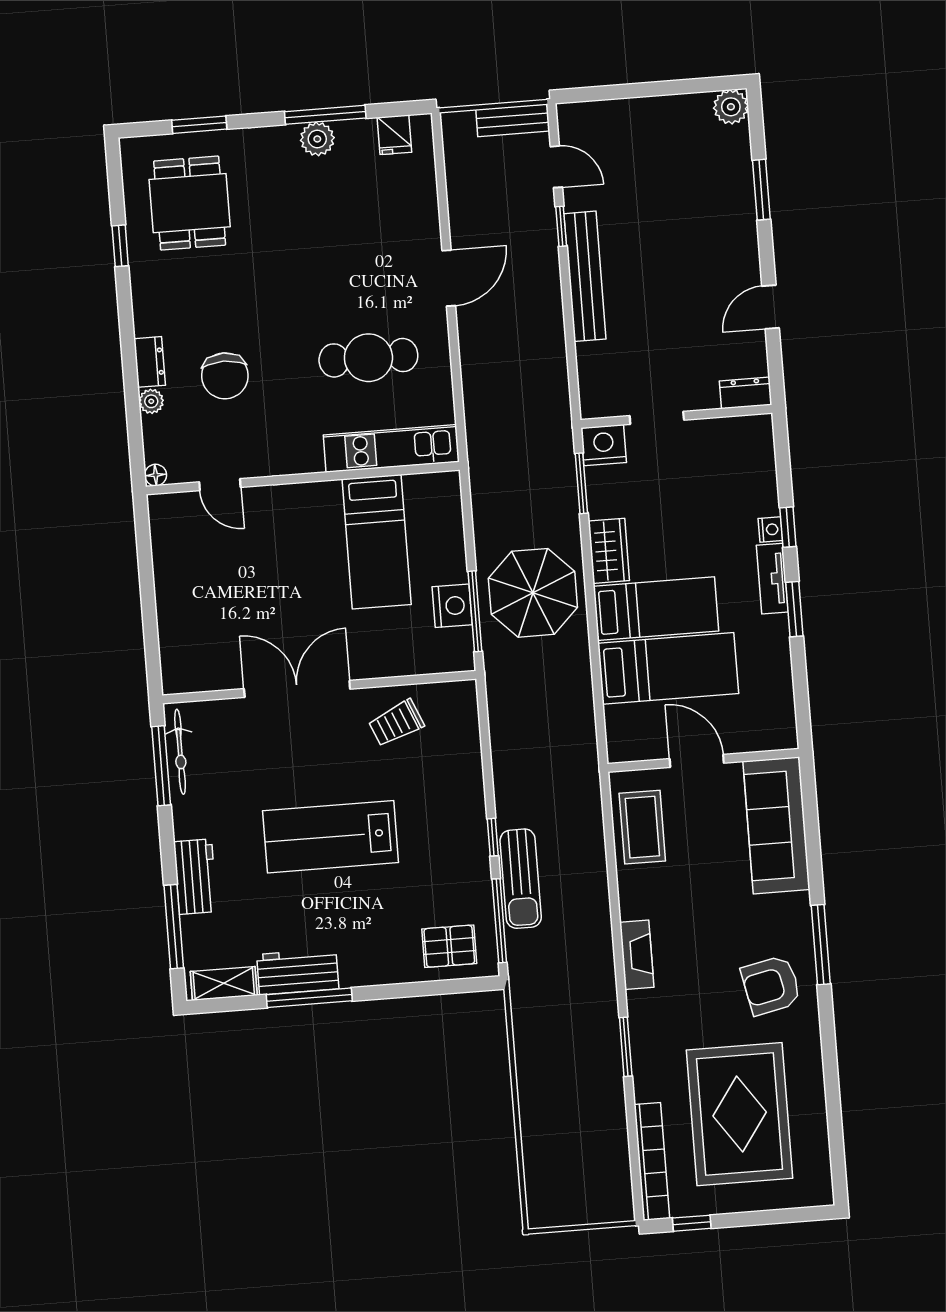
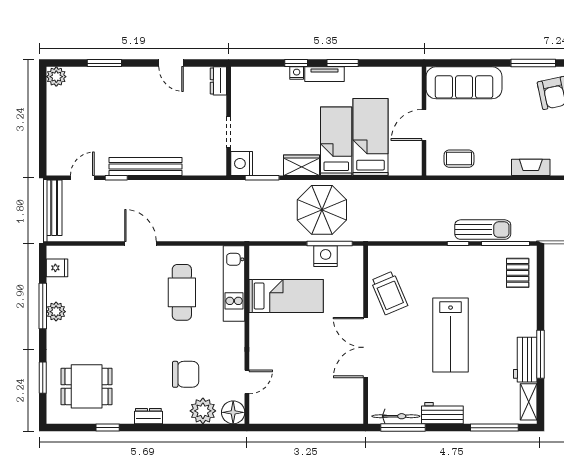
bench: (513, 120) -> (54, 208), width x1.36
dresser: (150, 362) -> (148, 416), moved
plant: (151, 401) -> (203, 411), width x1.87, depth x1.87
floor lamp: (156, 475) -> (233, 412), width x1.89, depth x1.89
trolley: (396, 723) -> (389, 293), width x1.36, depth x1.39
coffee table: (642, 827) -> (459, 159), width x0.73, depth x0.77
workbench: (195, 877) -> (442, 413), moved

